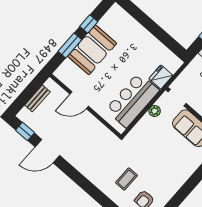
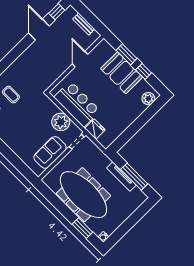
plant: (121, 16) -> (148, 99), added
plant: (155, 111) -> (61, 122), width x1.87, depth x1.87

